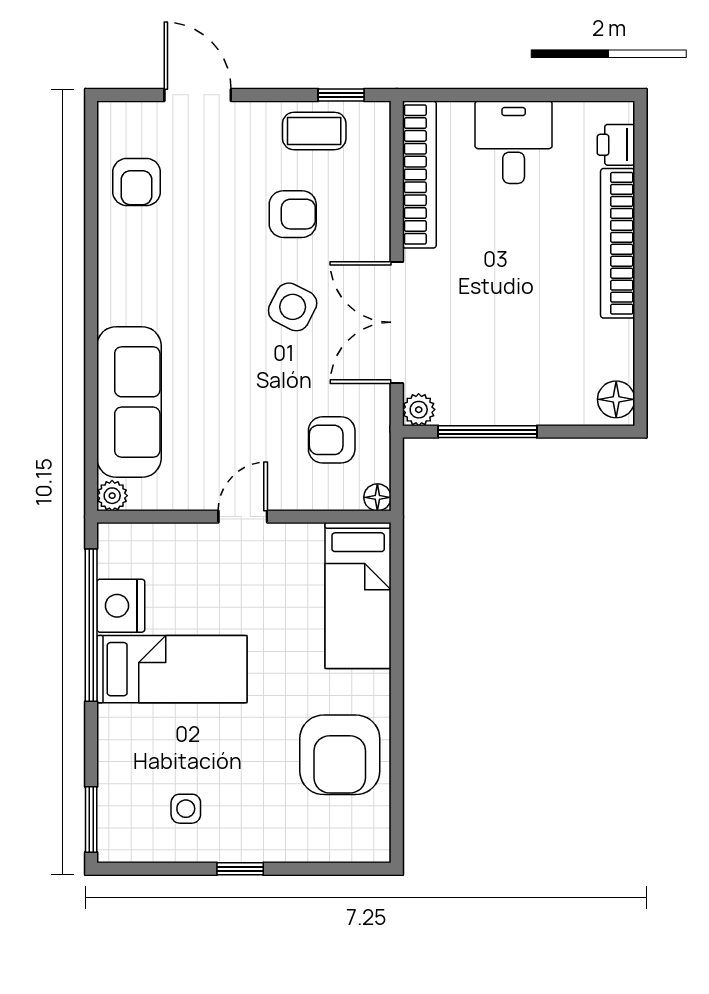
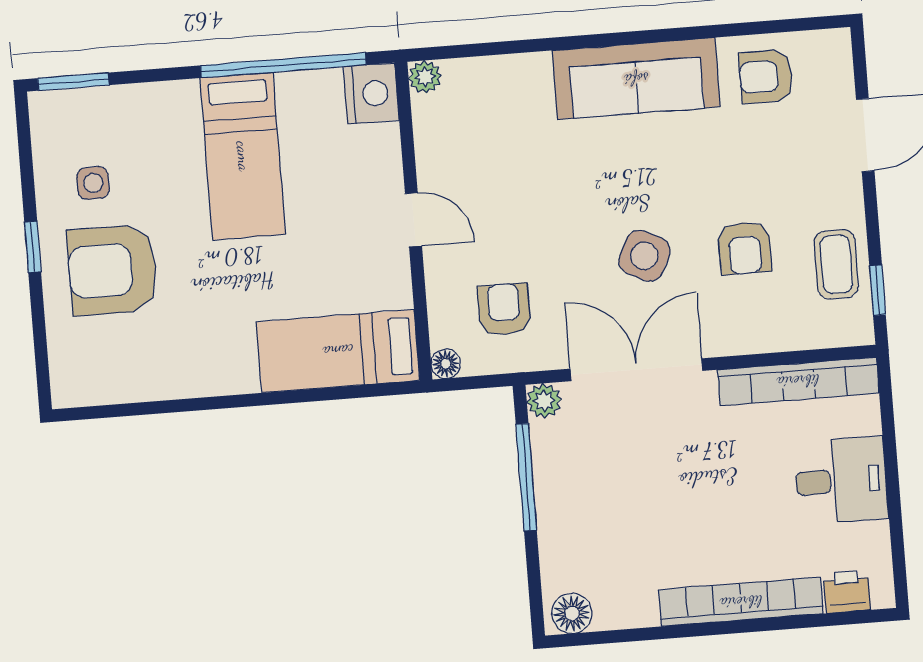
sofa: (129, 402) -> (636, 79), moved
nightstand: (121, 606) -> (371, 93), moved, turned 90
armchair: (340, 755) -> (113, 270), moved

